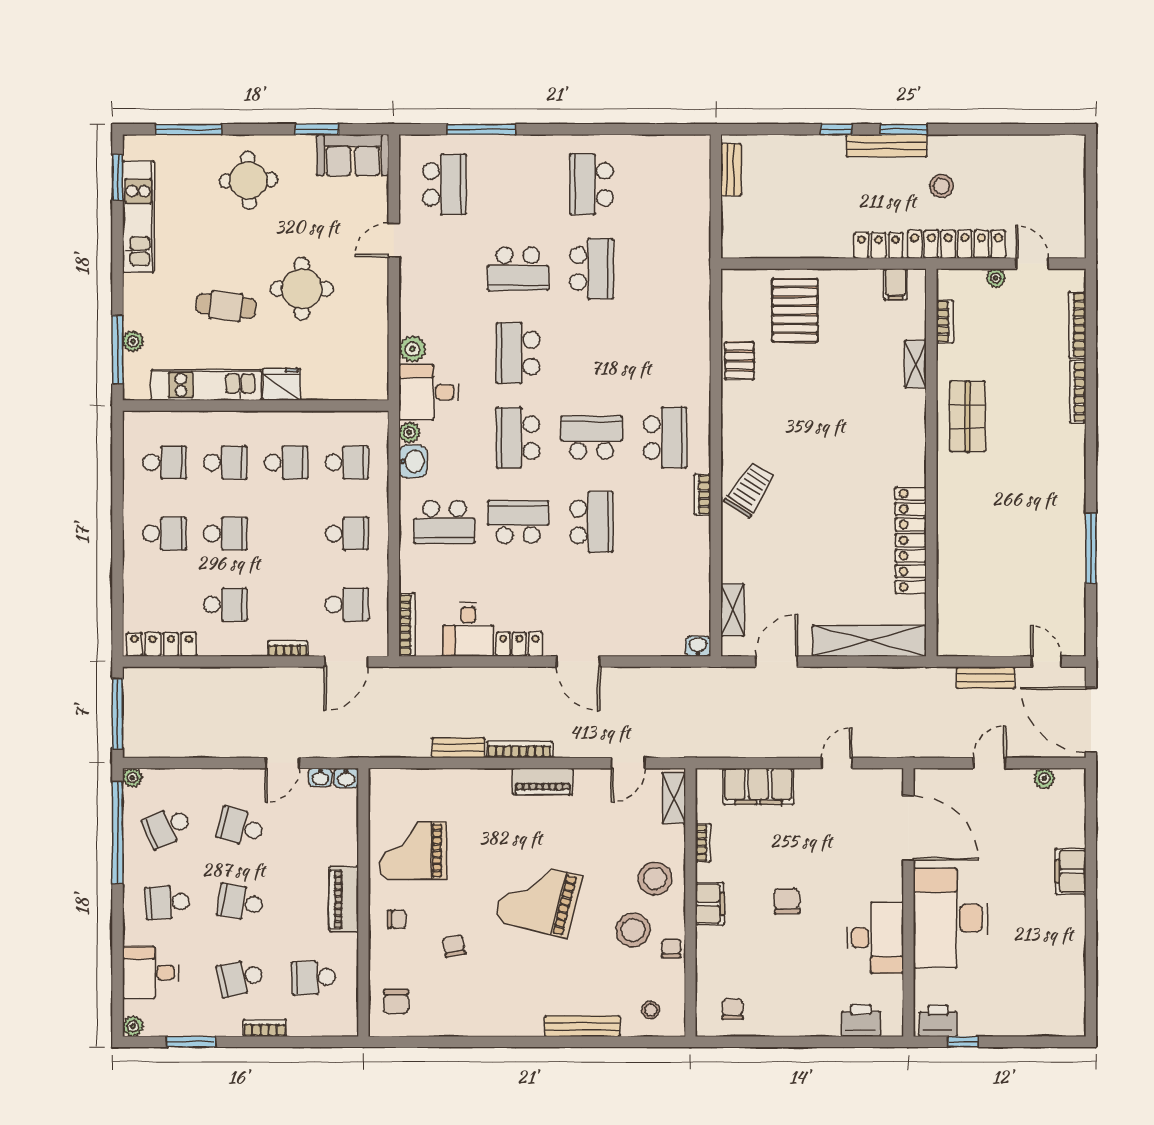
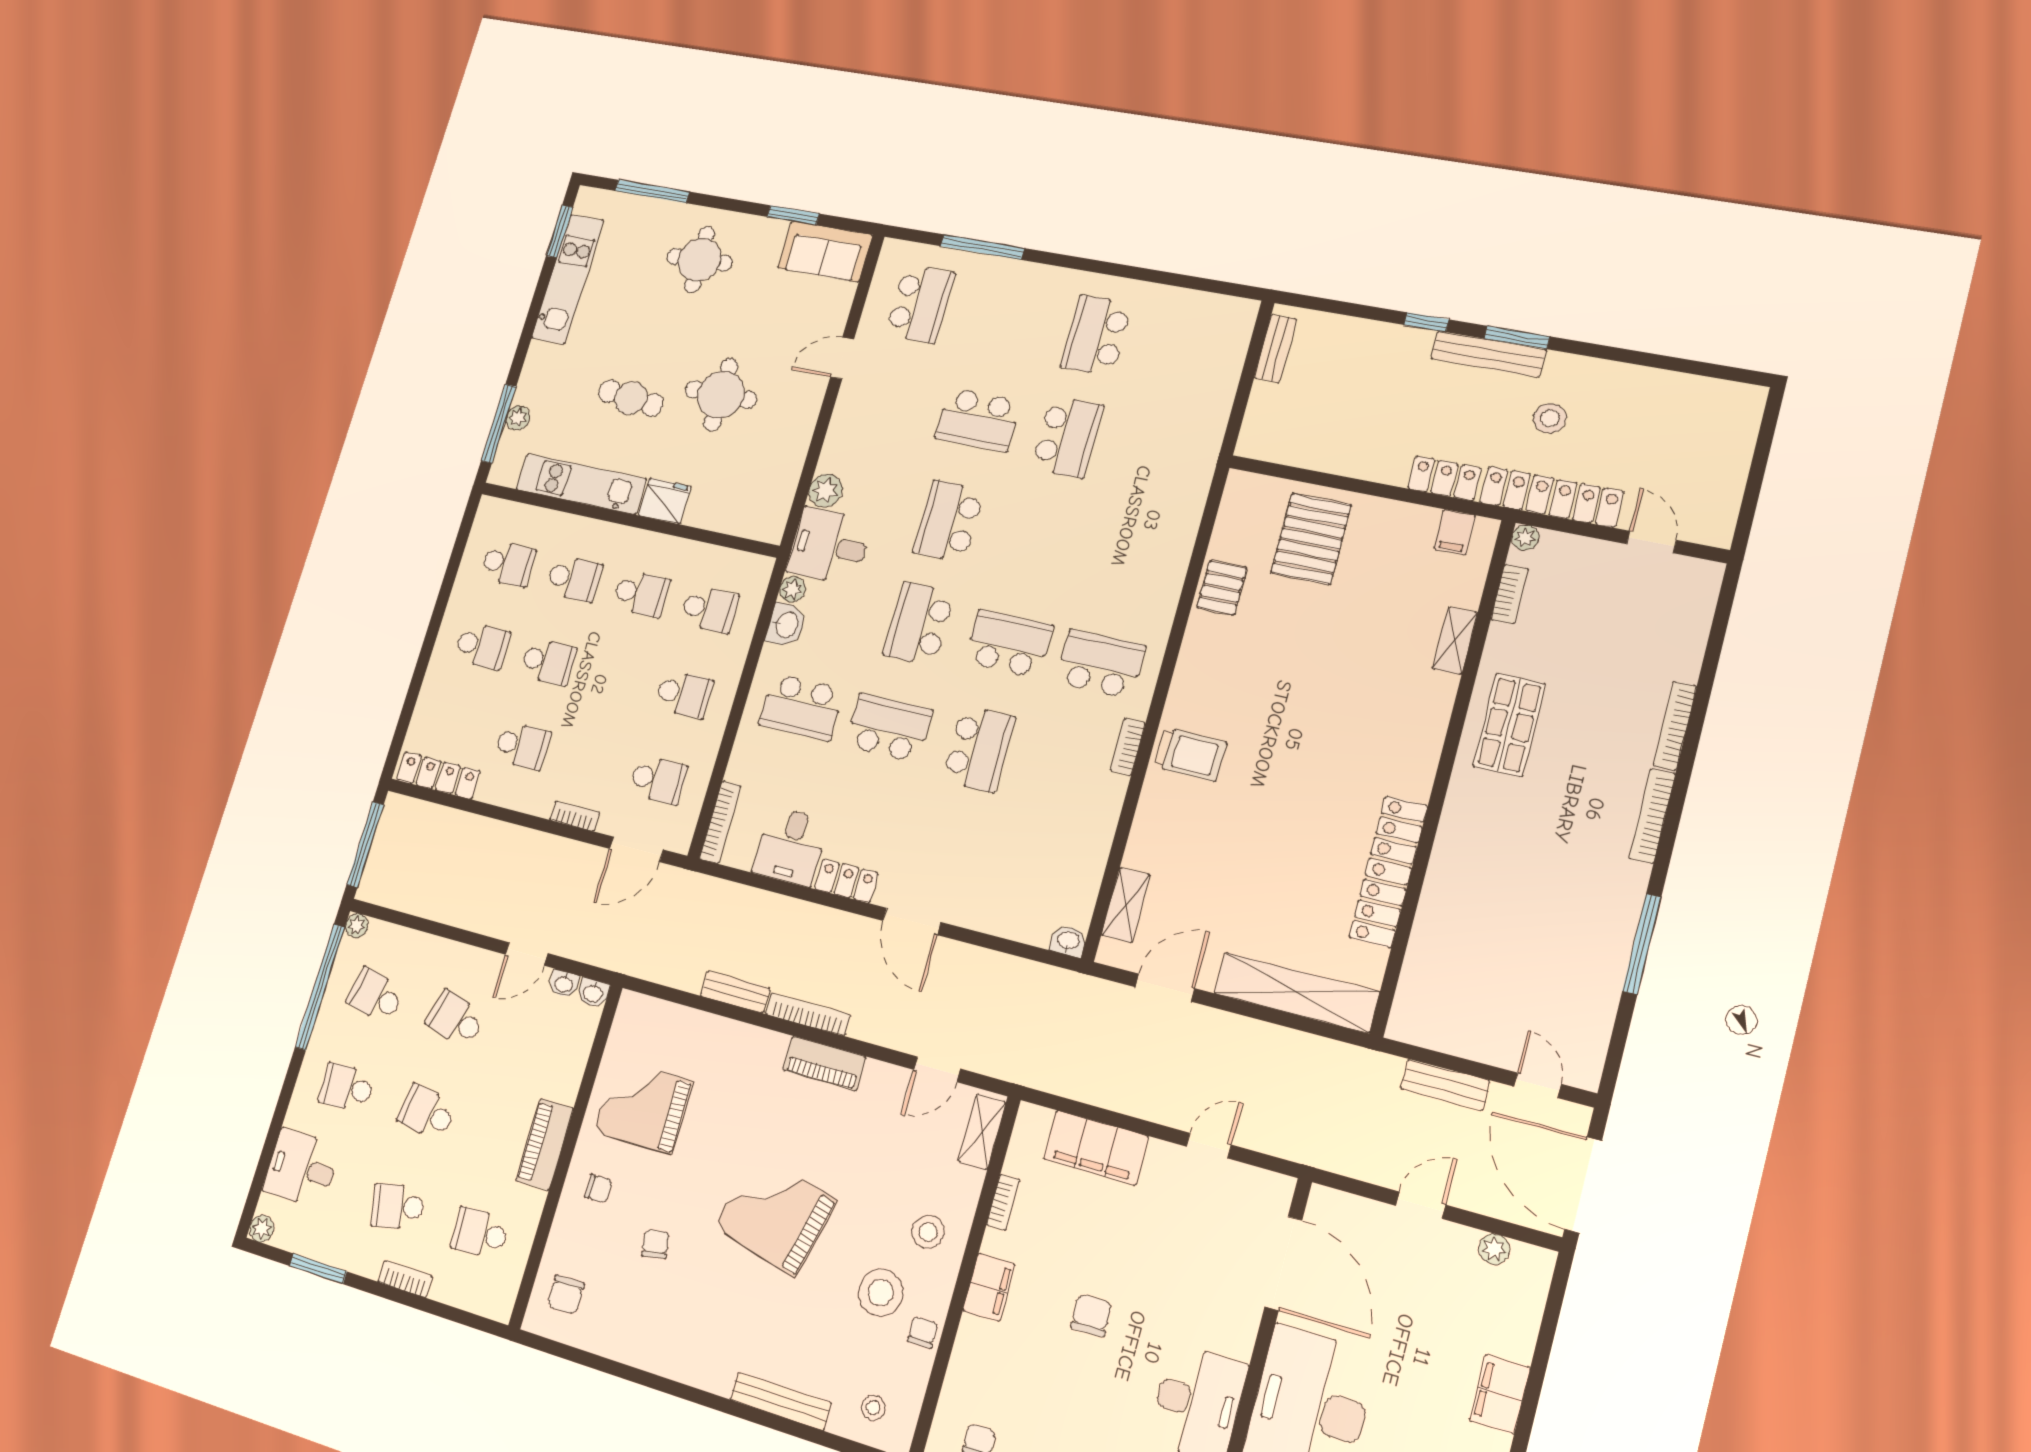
plant: (996, 278) -> (1525, 538), moved
bookcase: (1077, 325) -> (1652, 816), moved
school desk: (665, 438) -> (1100, 664), turned -90
trolley: (749, 490) -> (1190, 754), turned 58
school desk: (167, 827) -> (376, 996), turned 36
stool: (655, 879) -> (928, 1232), width x0.73, depth x0.73

